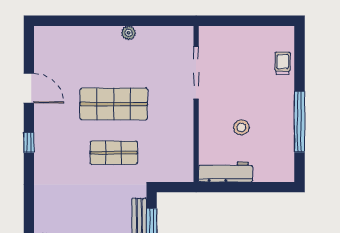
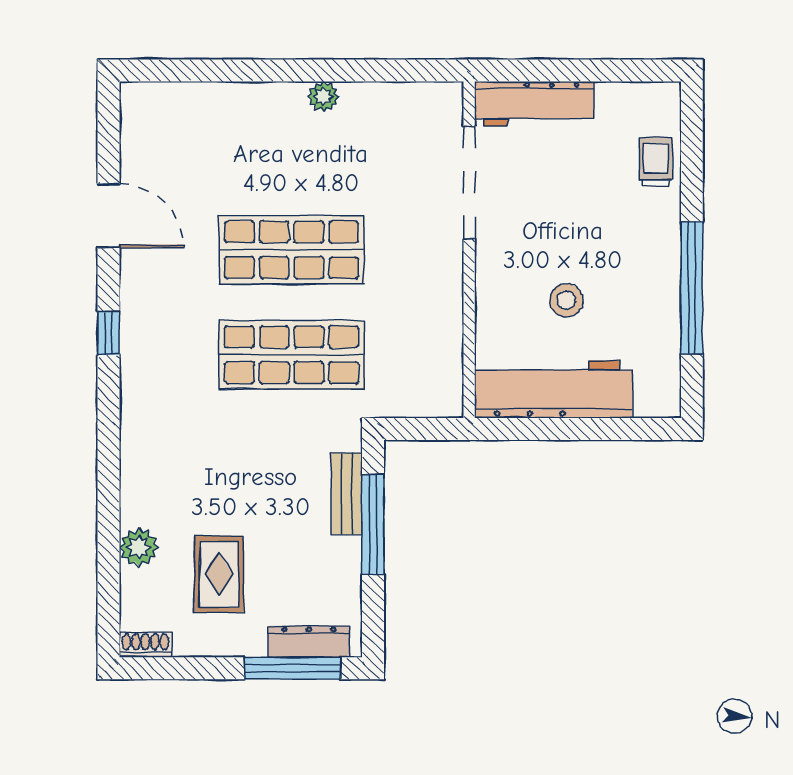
workbench: (226, 36) -> (534, 104), added
shop shelf: (114, 153) -> (292, 355), width x1.43, depth x1.36
workbench: (225, 172) -> (553, 389), width x1.36, depth x1.32

